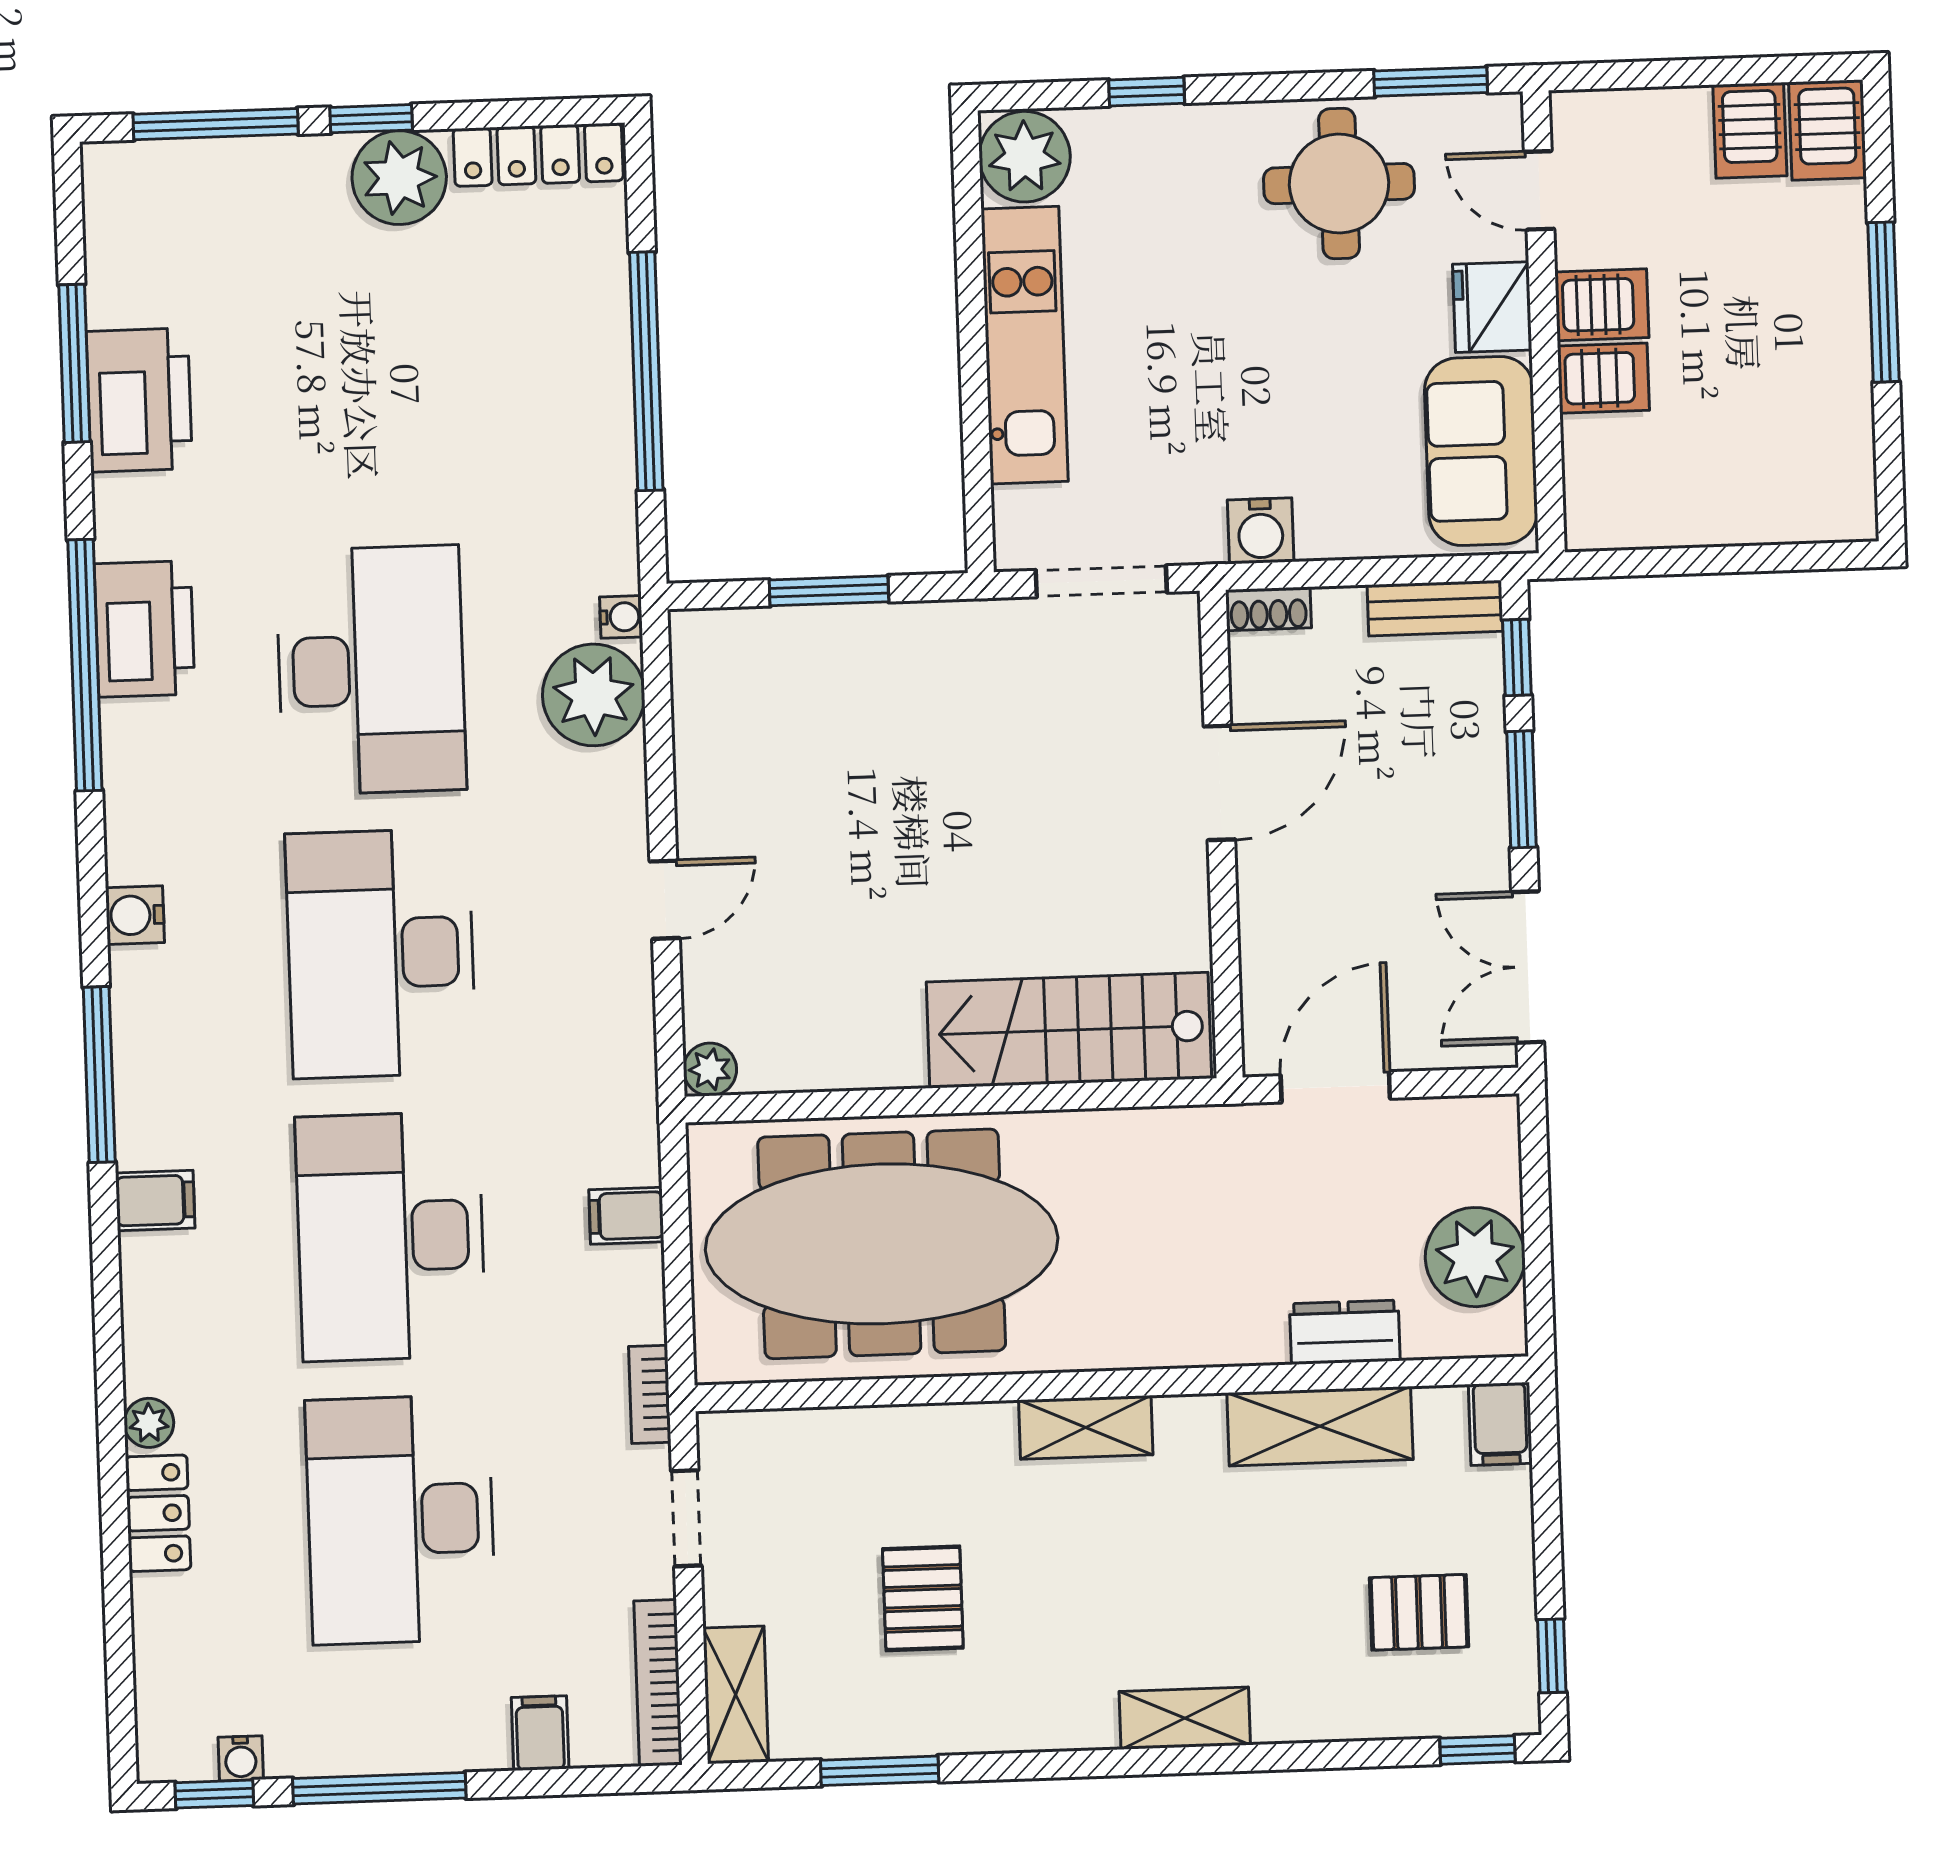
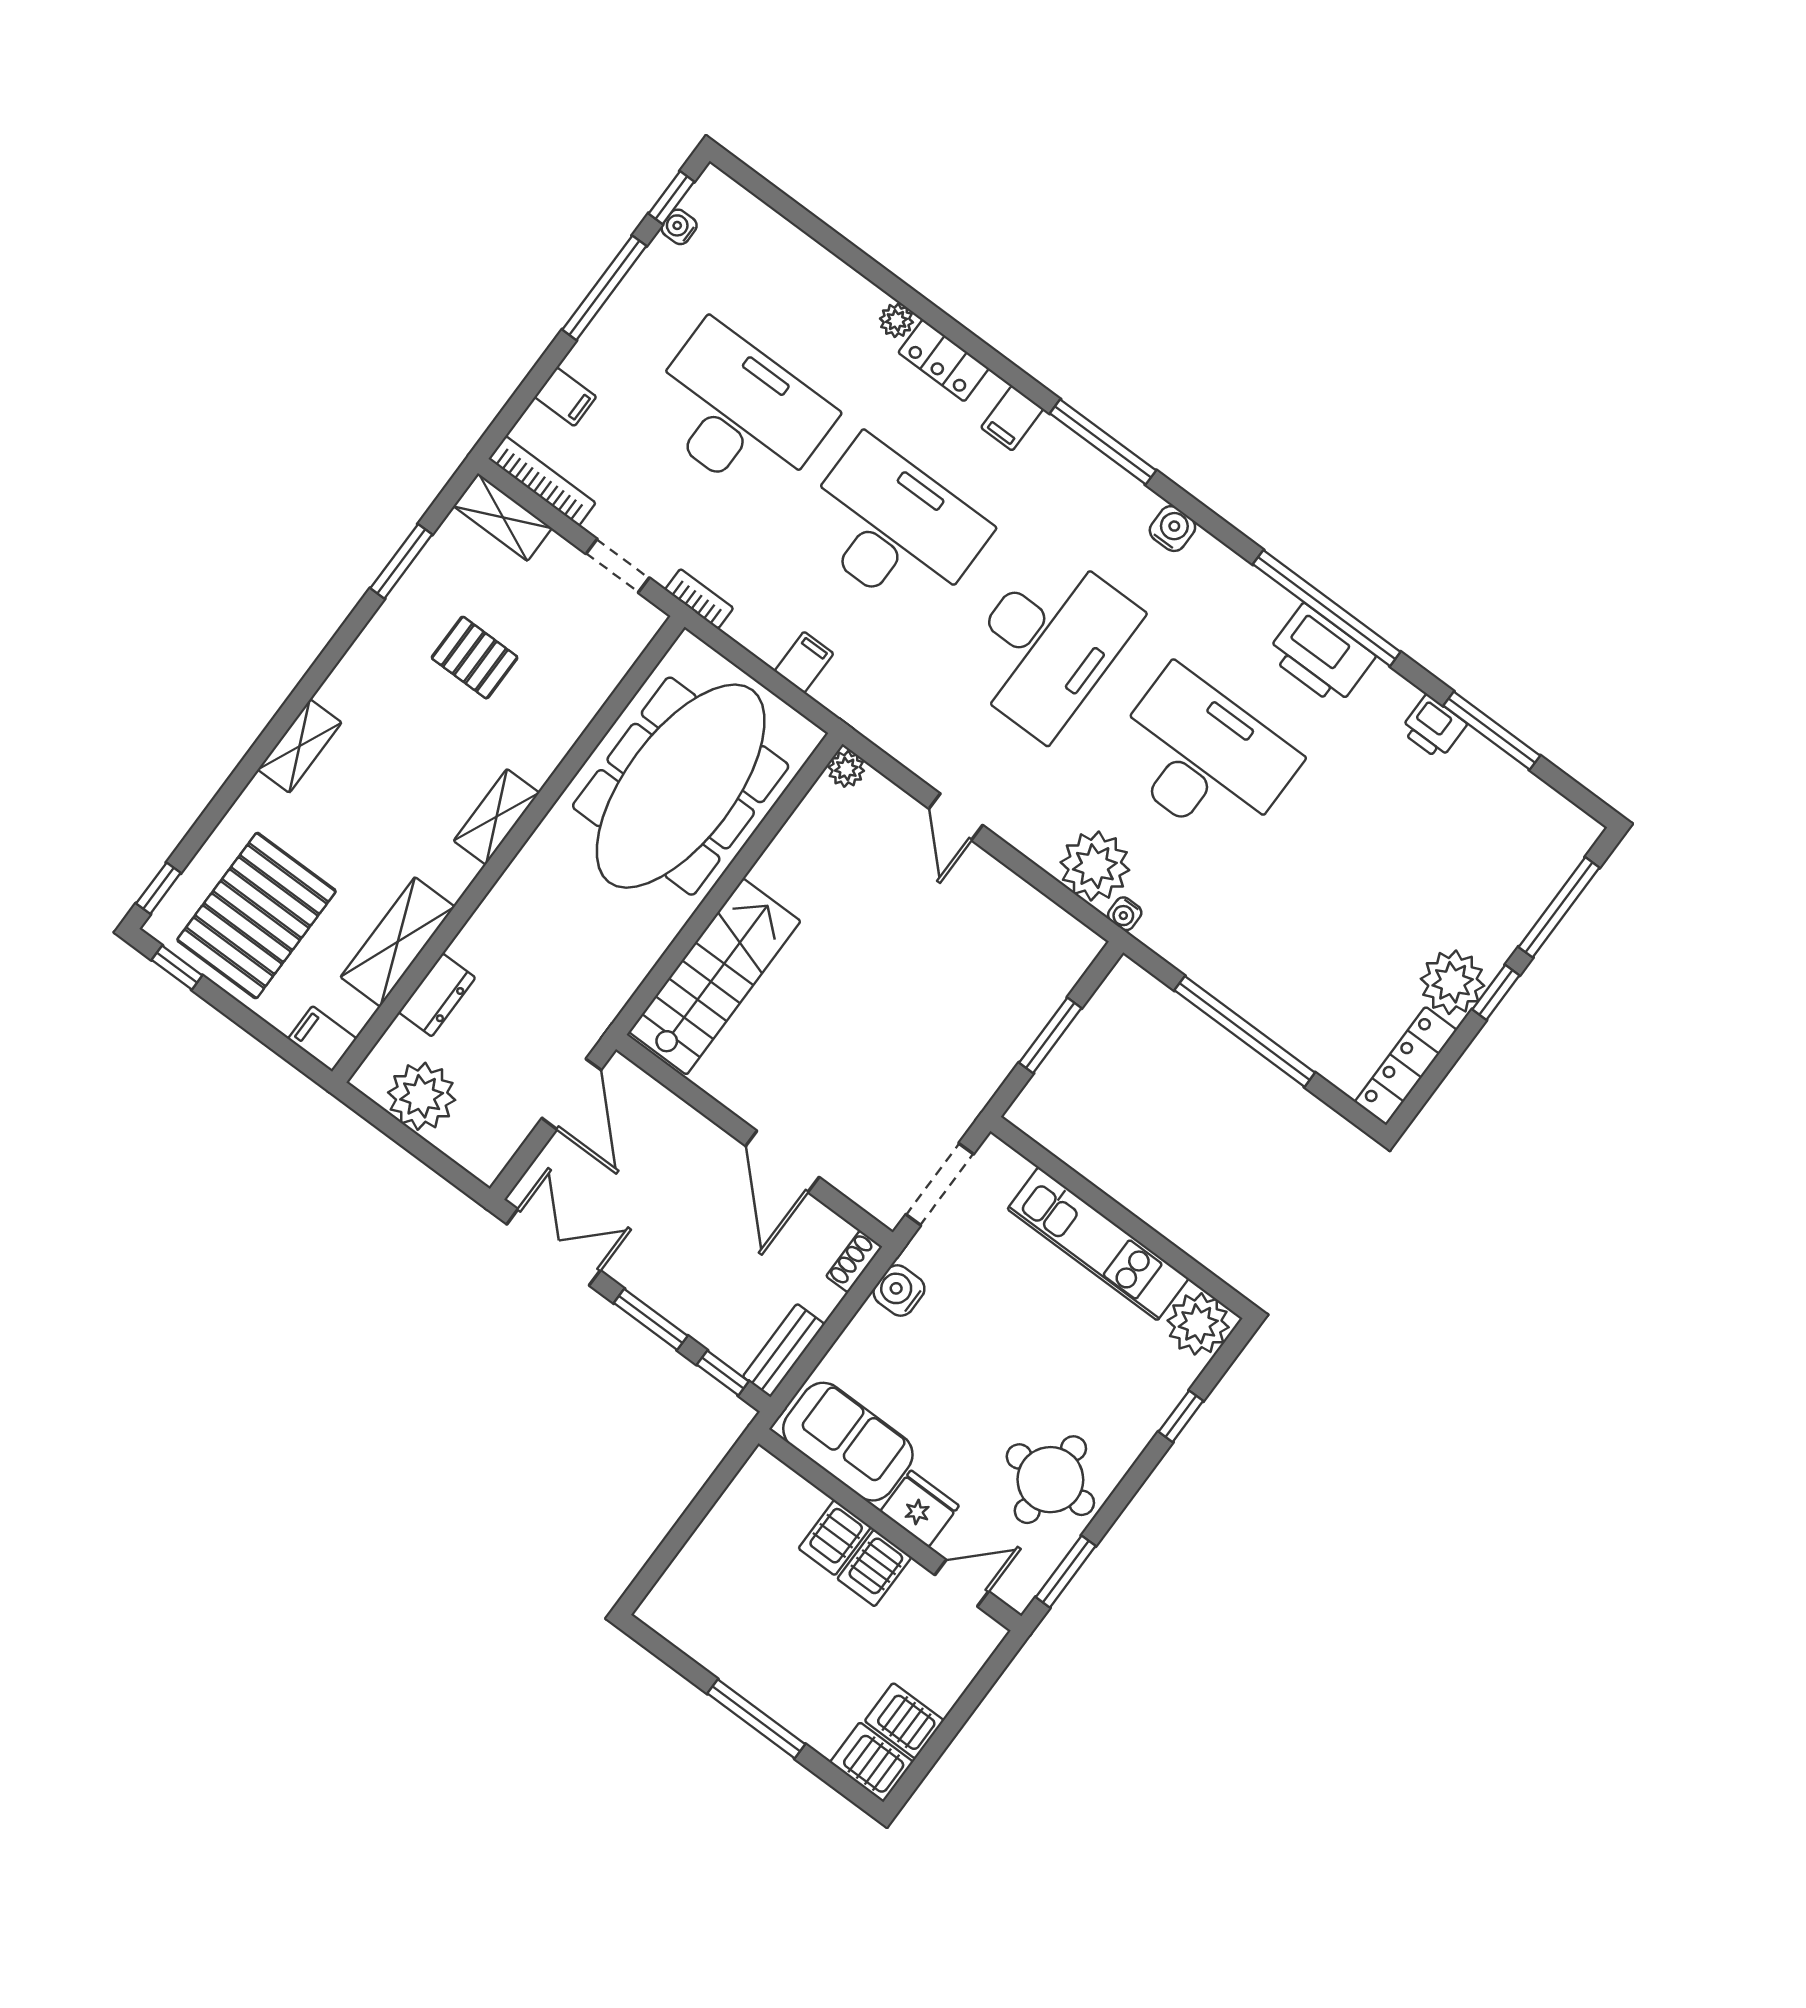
printer: (139, 400) -> (1433, 727), width x0.53, depth x0.68
desk: (371, 670) -> (1203, 758), turned 180
desk: (381, 953) -> (1048, 643), turned 90
locker: (158, 1513) -> (944, 360), moved
pallet: (1419, 1612) -> (257, 916), width x2.05, depth x2.00

